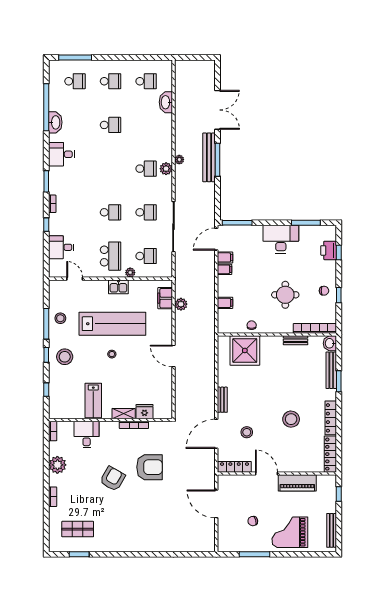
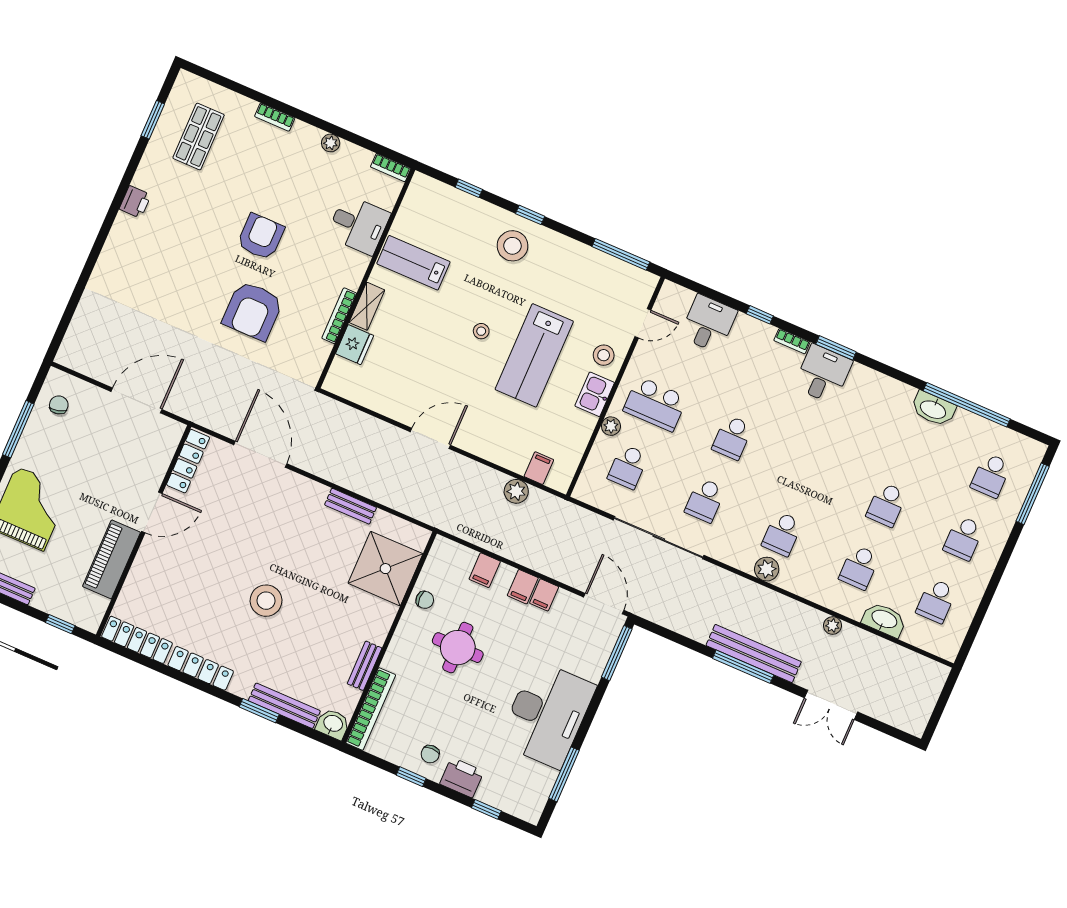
double door: (217, 110) -> (831, 705), width x0.73
school desk: (146, 125) -> (859, 567), added
desk: (61, 154) -> (823, 374), moved
plant: (179, 160) -> (833, 626), moved
desk: (281, 239) -> (547, 714), width x1.36, depth x1.30
printer: (329, 250) -> (462, 778), moved
filing cabinet: (225, 257) -> (523, 587), moved
round table: (285, 295) -> (458, 648), moved
filing cabinet: (165, 298) -> (539, 468), width x0.50
stool: (60, 318) -> (604, 355), moved
window: (46, 324) -> (621, 254), moved
lab bench: (112, 324) -> (534, 355), width x0.73
bench: (222, 400) -> (351, 506), moved
stool: (291, 419) -> (266, 601), moved
stool: (247, 432) -> (240, 509), removed
plant: (57, 465) -> (331, 143), width x0.53, depth x0.53
armchair: (113, 479) -> (261, 237), turned -120
chair: (253, 521) -> (59, 405), moved
printer: (122, 546) -> (135, 202), added

